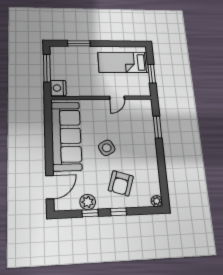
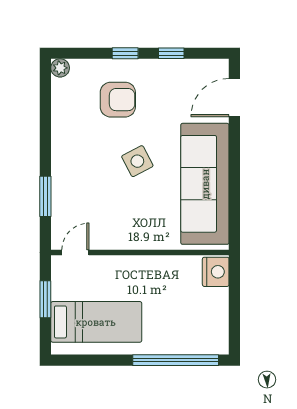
window: (79, 43) -> (176, 360), width x2.11
window: (47, 68) -> (234, 310), removed
door: (117, 98) -> (75, 253), moved
armchair: (121, 183) -> (118, 100), turned 72
plant: (88, 202) -> (174, 71), removed

